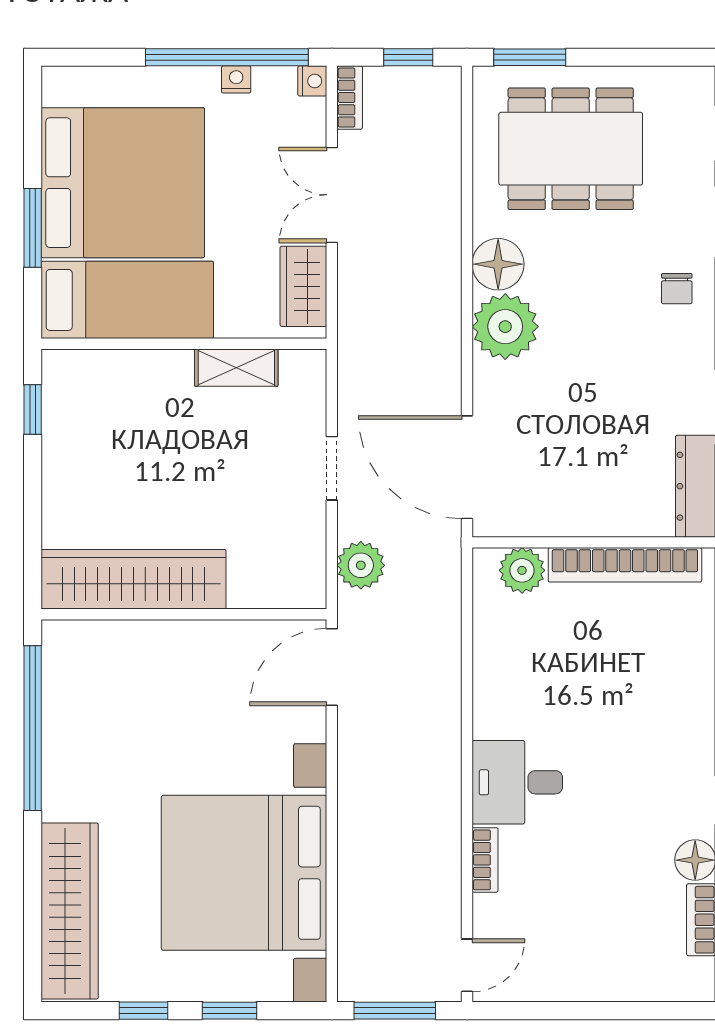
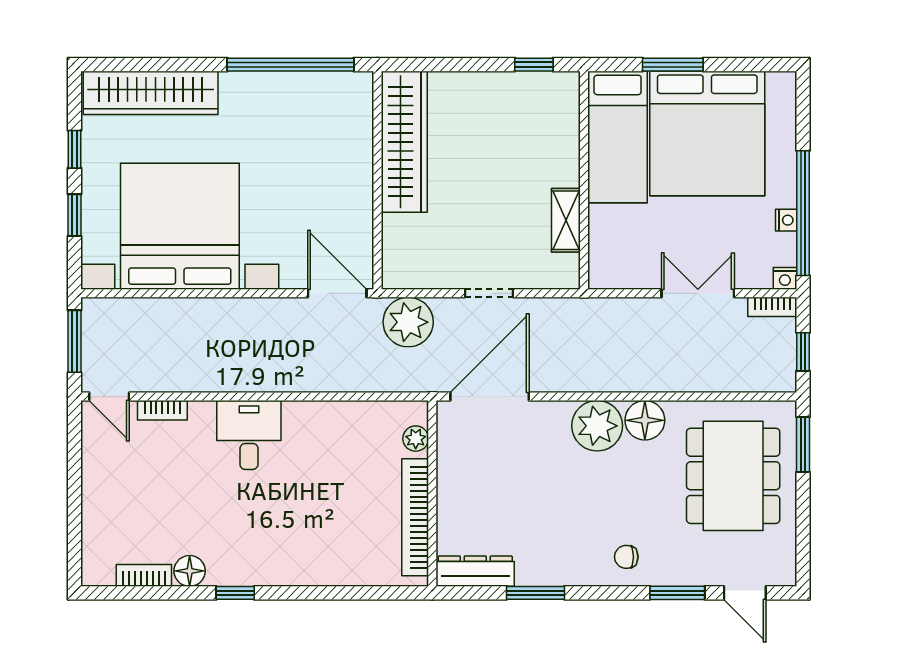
wardrobe: (303, 286) -> (628, 272), removed
plant: (361, 565) -> (408, 322), width x1.36, depth x1.36
plant: (522, 570) -> (416, 439), width x0.73, depth x0.73
bookcase: (485, 860) -> (162, 410), moved

